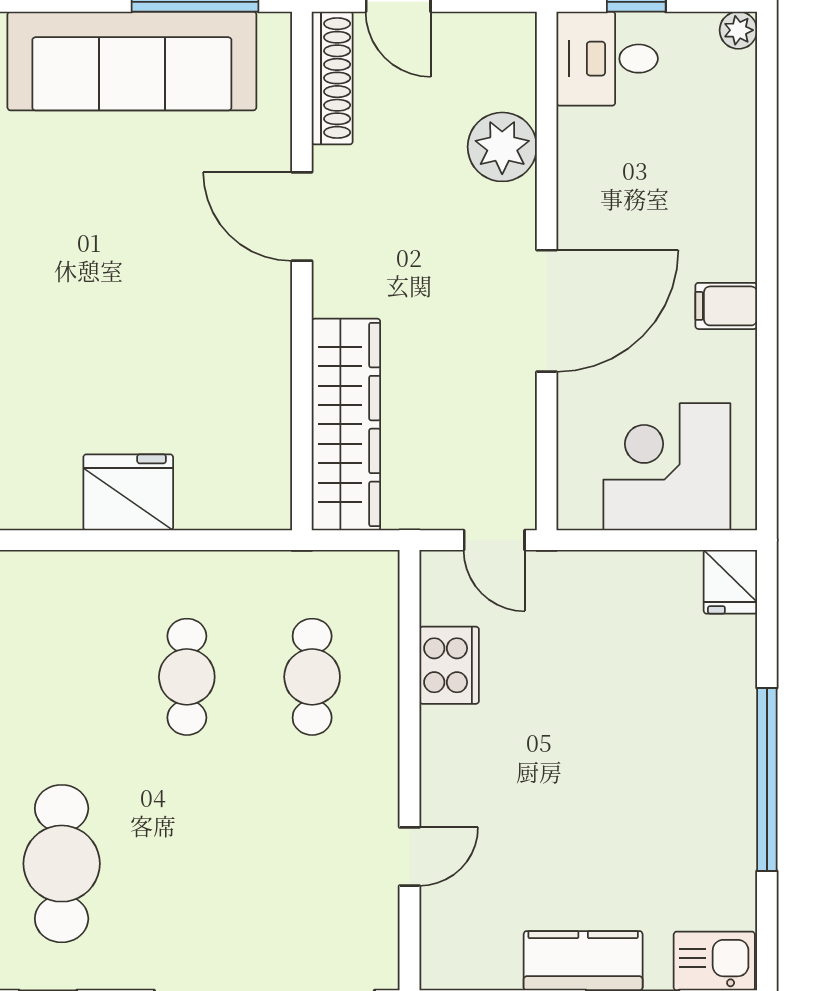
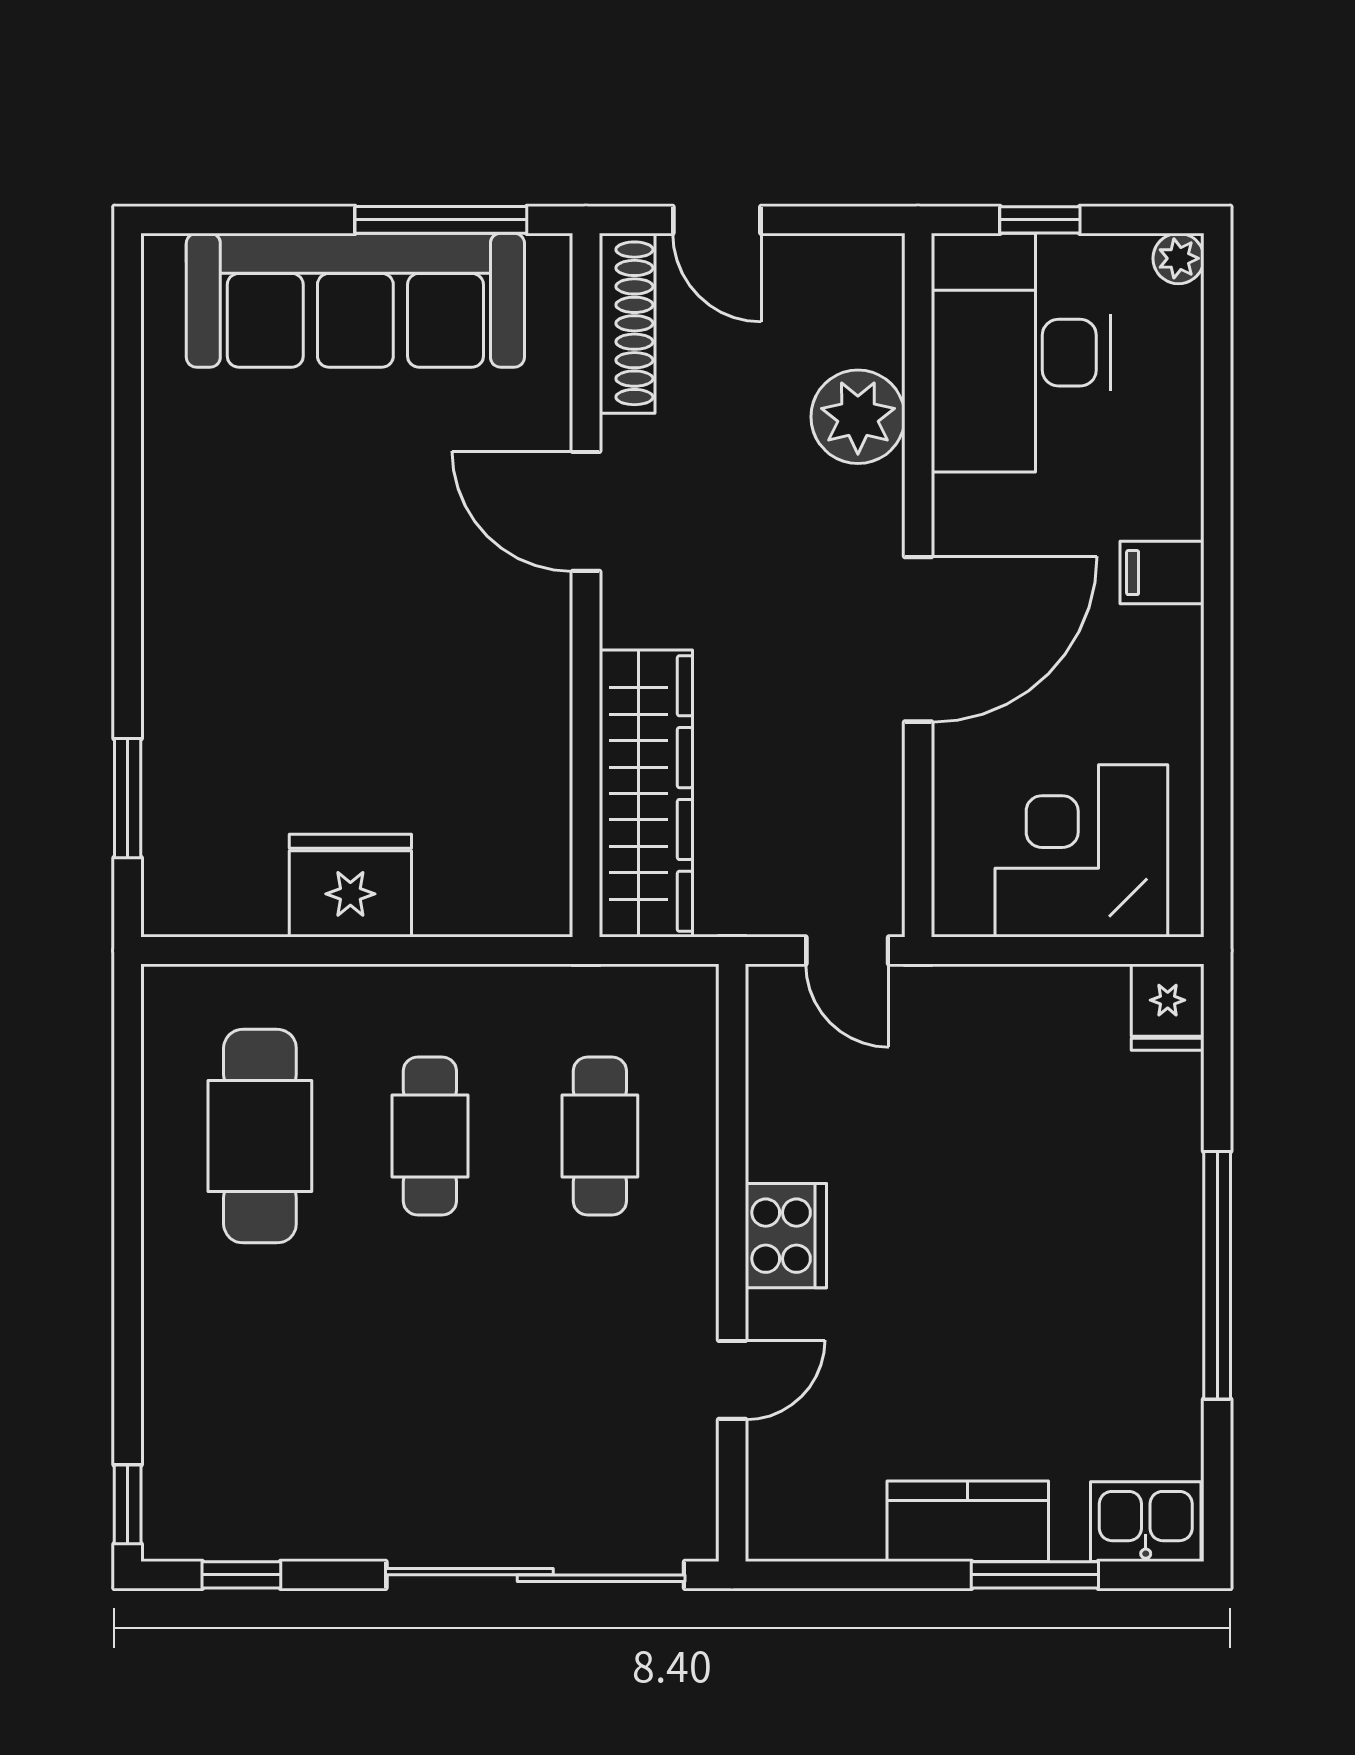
desk: (607, 59) -> (1021, 353), width x1.87, depth x1.30
filing cabinet: (726, 306) -> (1162, 573), moved
cooker: (449, 665) -> (786, 1236), moved
cafe table: (62, 864) -> (260, 1136), moved

